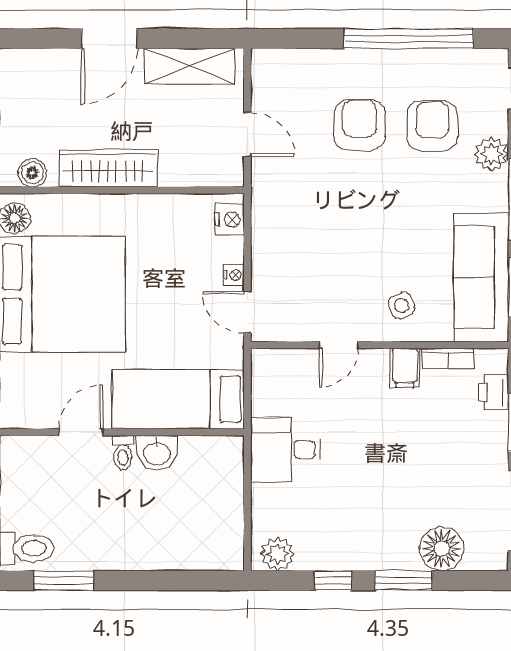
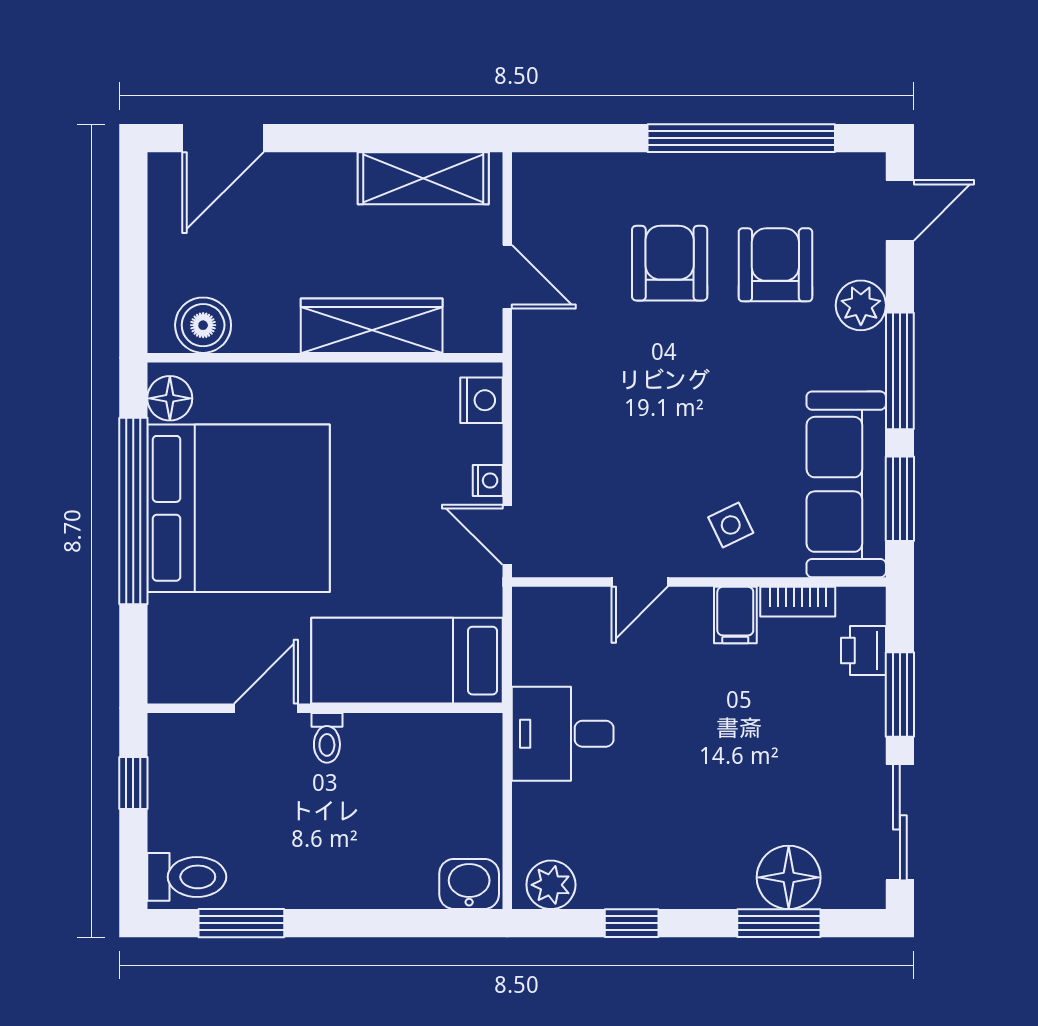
door: (109, 39) -> (223, 138), moved
wardrobe: (108, 168) -> (372, 326), moved
boiler: (32, 173) -> (203, 325), width x1.36, depth x1.36
washbasin: (157, 453) -> (469, 884), moved, turned 180
window: (404, 580) -> (779, 923), moved

